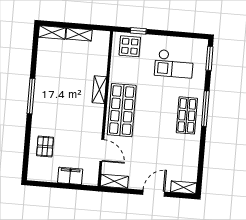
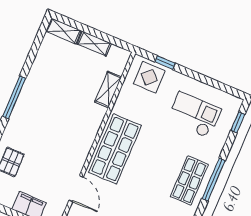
window: (209, 58) -> (238, 122), width x0.67
checkout: (174, 64) -> (194, 115), turned 180
shelving: (99, 90) -> (108, 90), moved

